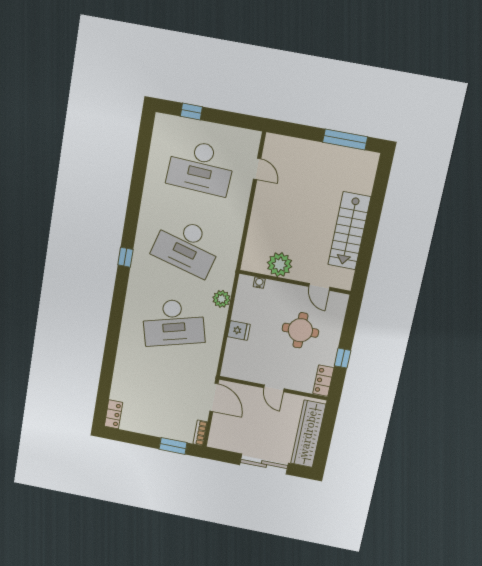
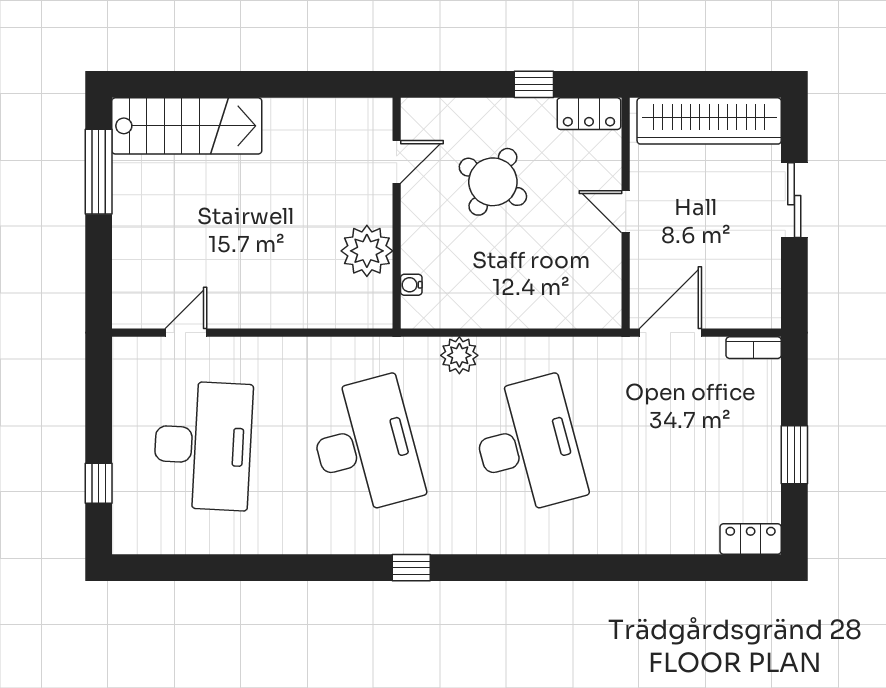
stairs: (349, 231) -> (187, 126), moved
desk: (187, 246) -> (365, 446), turned -30
fridge: (239, 330) -> (518, 308), removed
round table: (300, 330) -> (493, 182), turned 31
door: (274, 388) -> (626, 212), swing flipped
window: (173, 446) -> (794, 455), moved
sliding door: (264, 464) -> (794, 200), width x0.73

